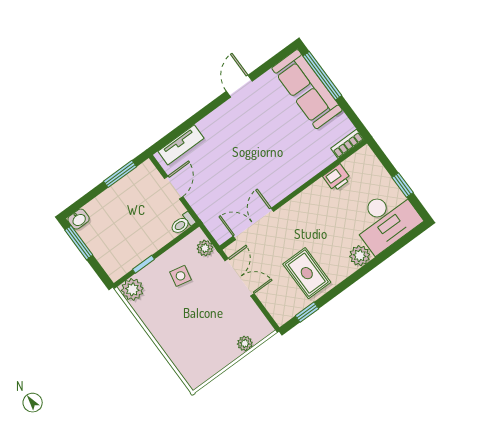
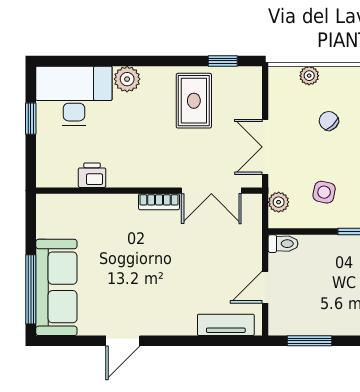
bookcase: (347, 144) -> (159, 202), moved
chair: (211, 324) -> (329, 121), added

